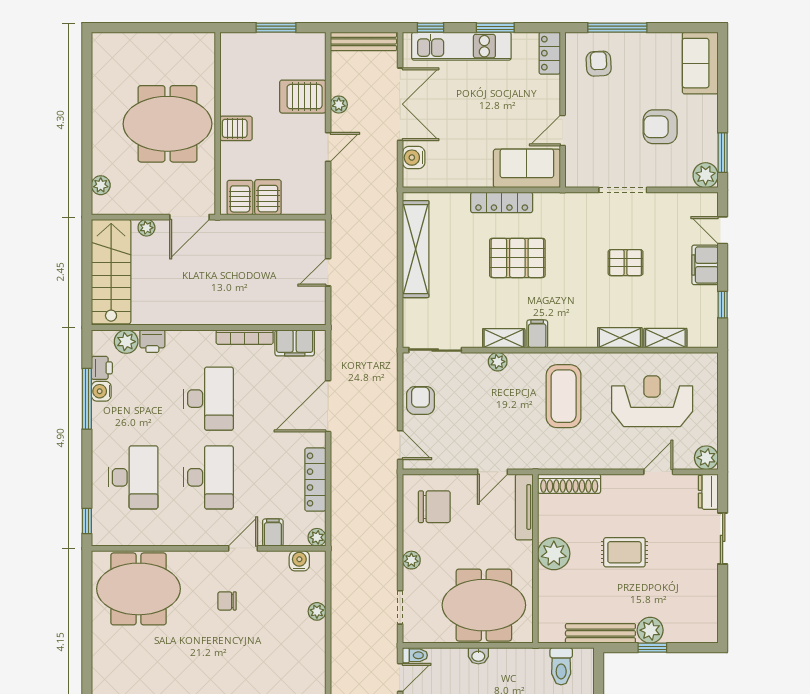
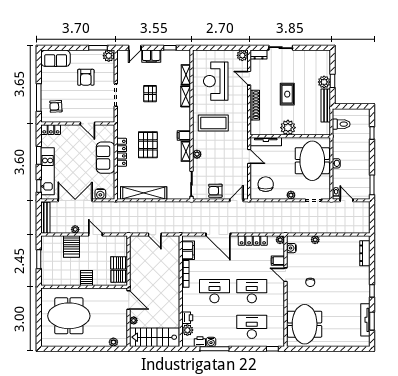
meeting table: (167, 124) -> (69, 316), moved, turned 90
sofa: (527, 168) -> (105, 158), moved
shoe rack: (569, 484) -> (255, 105), moved

